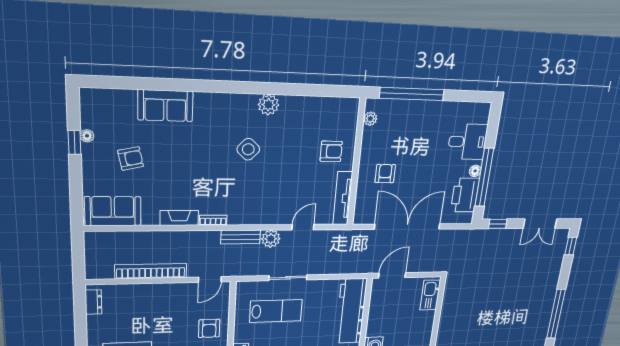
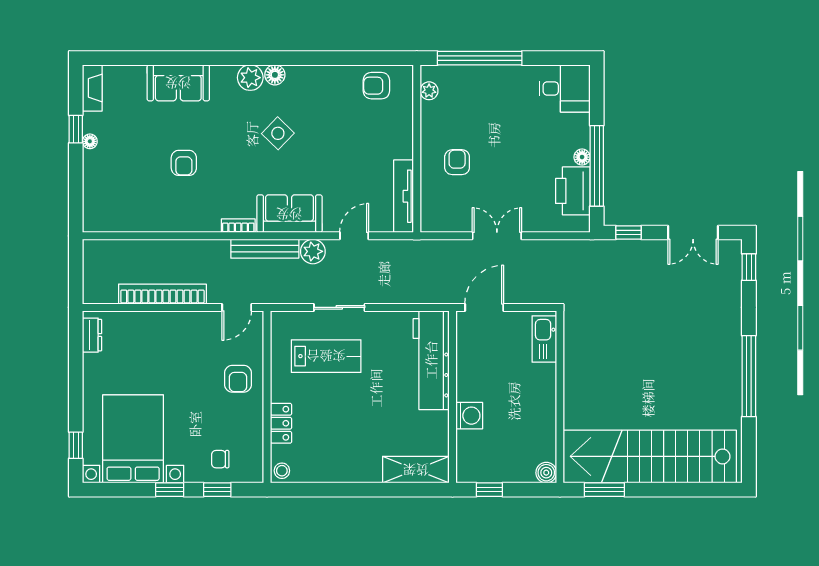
floor lamp: (248, 102) -> (275, 75), added
plant: (268, 105) -> (250, 78), moved
floor lamp: (87, 136) -> (90, 141), moved
desk: (467, 142) -> (565, 88), moved
armchair: (331, 151) -> (376, 86), moved, turned 180
armchair: (131, 158) -> (184, 163), moved, turned 102
sofa: (113, 211) -> (289, 214), moved
fireplace: (179, 218) -> (92, 88), moved, turned 90
double door: (407, 227) -> (497, 236), width x0.54
bench: (241, 237) -> (265, 249), width x1.36

